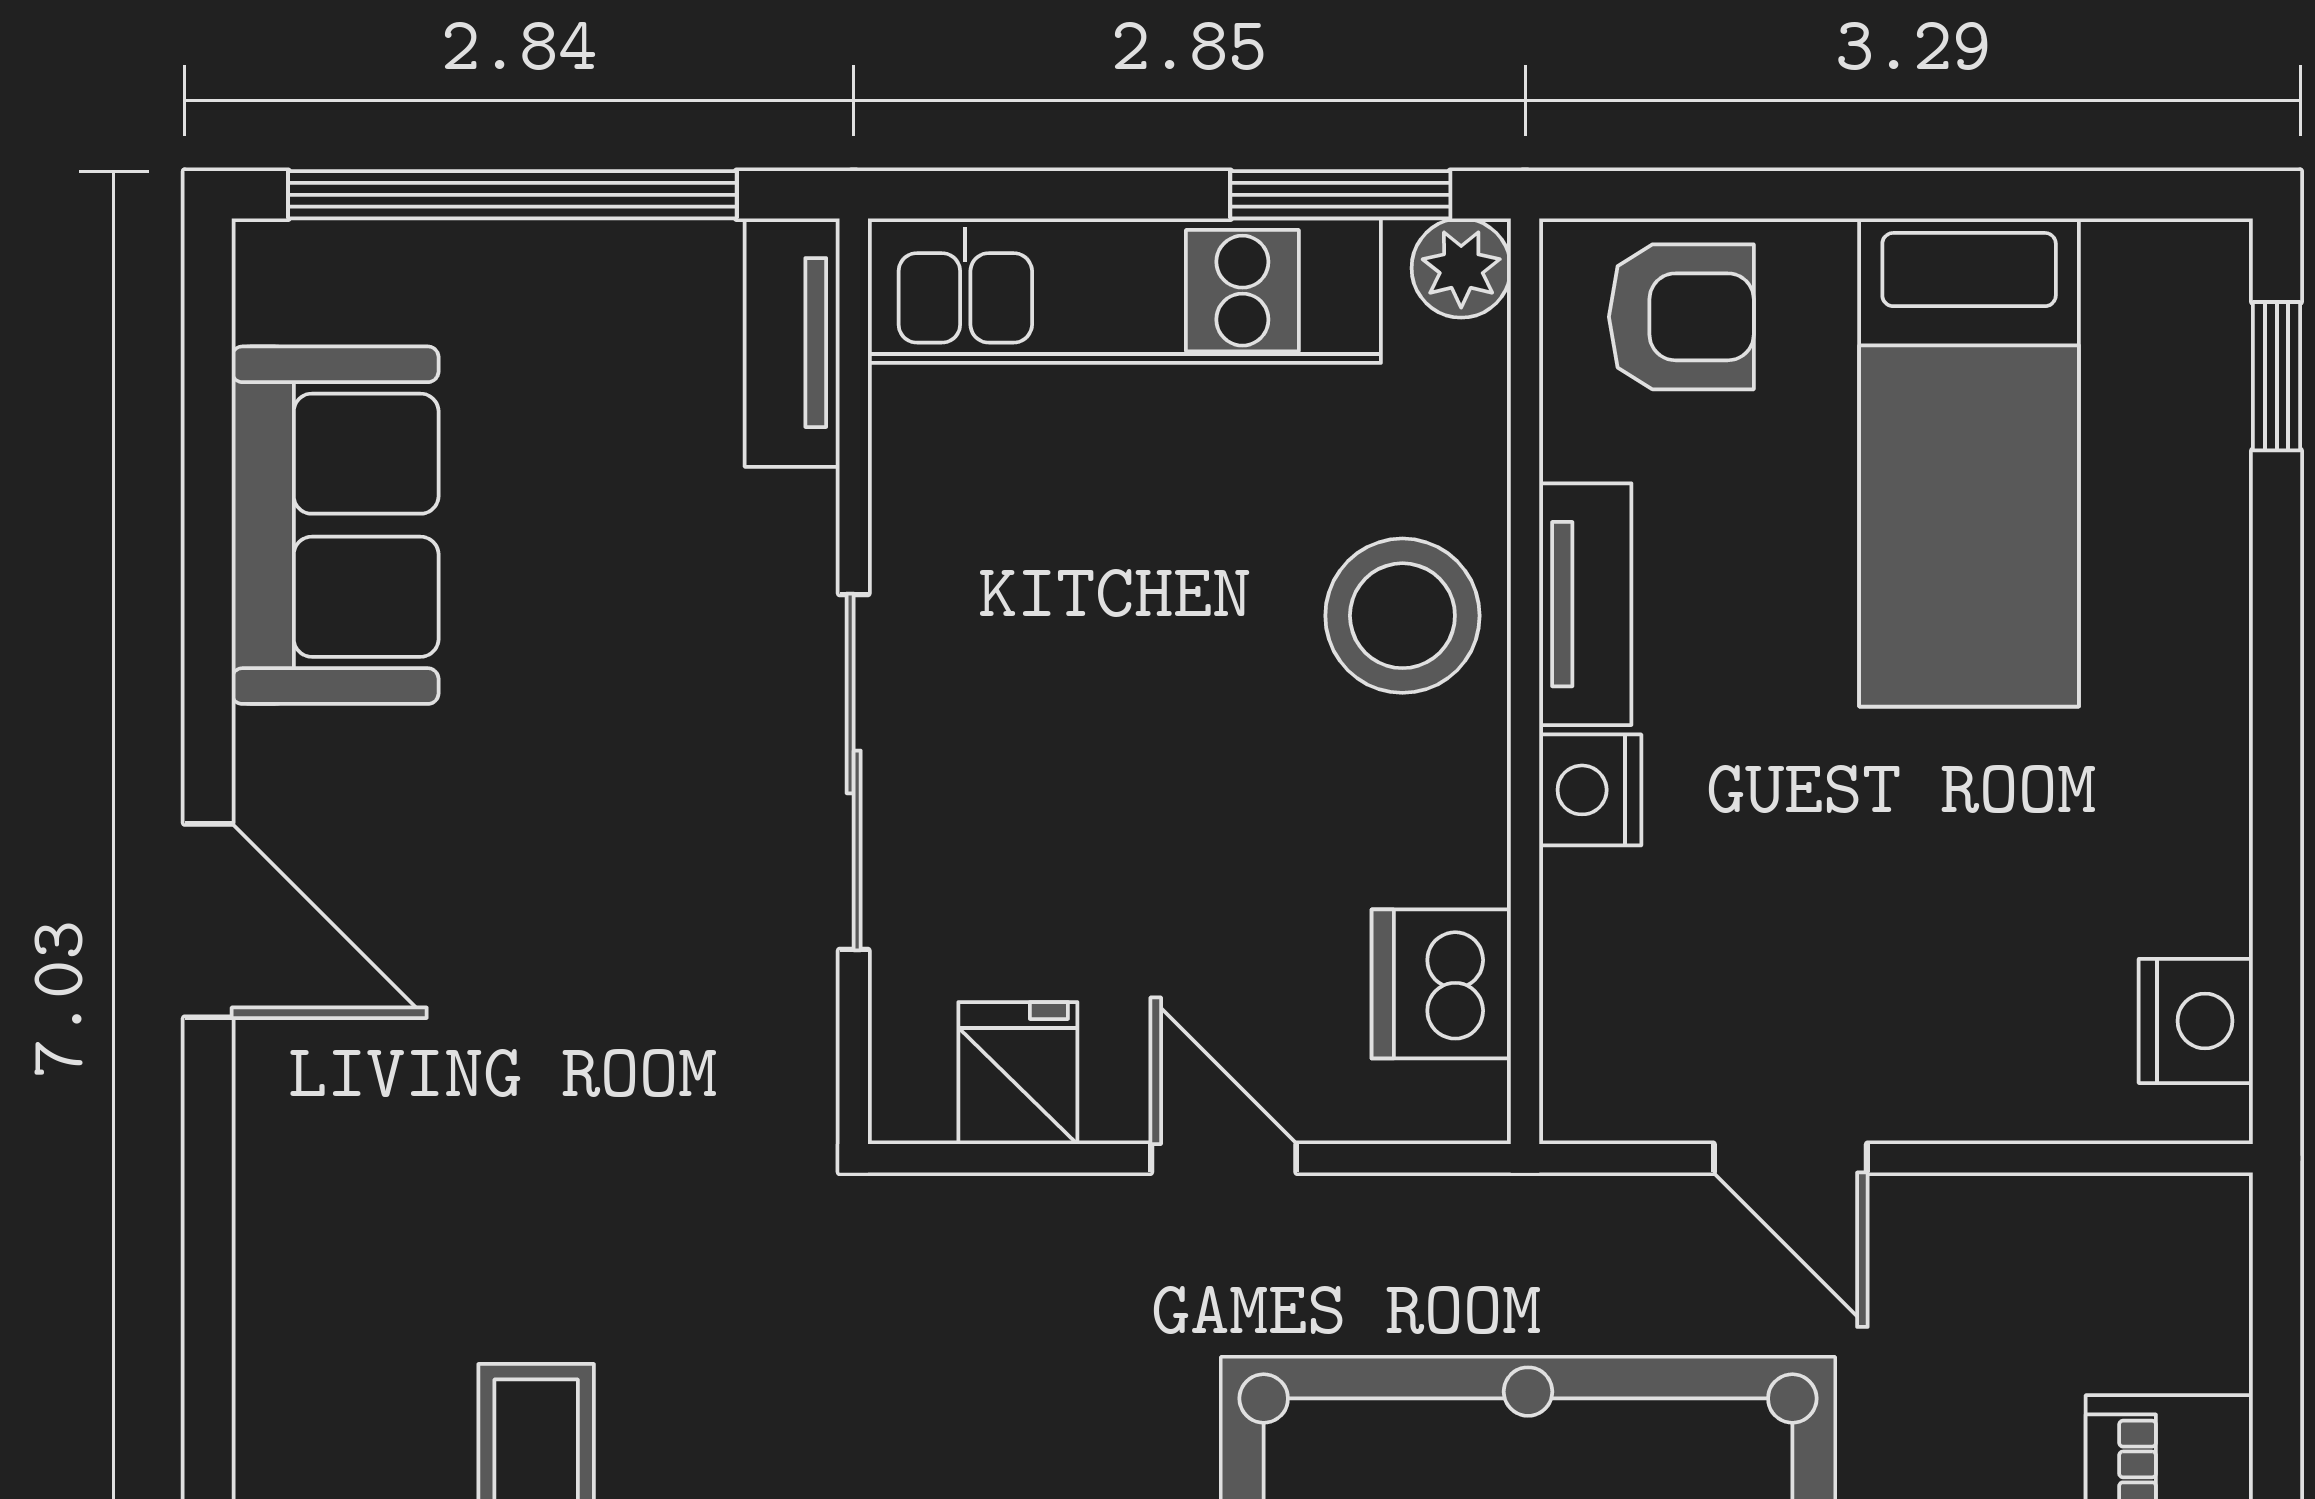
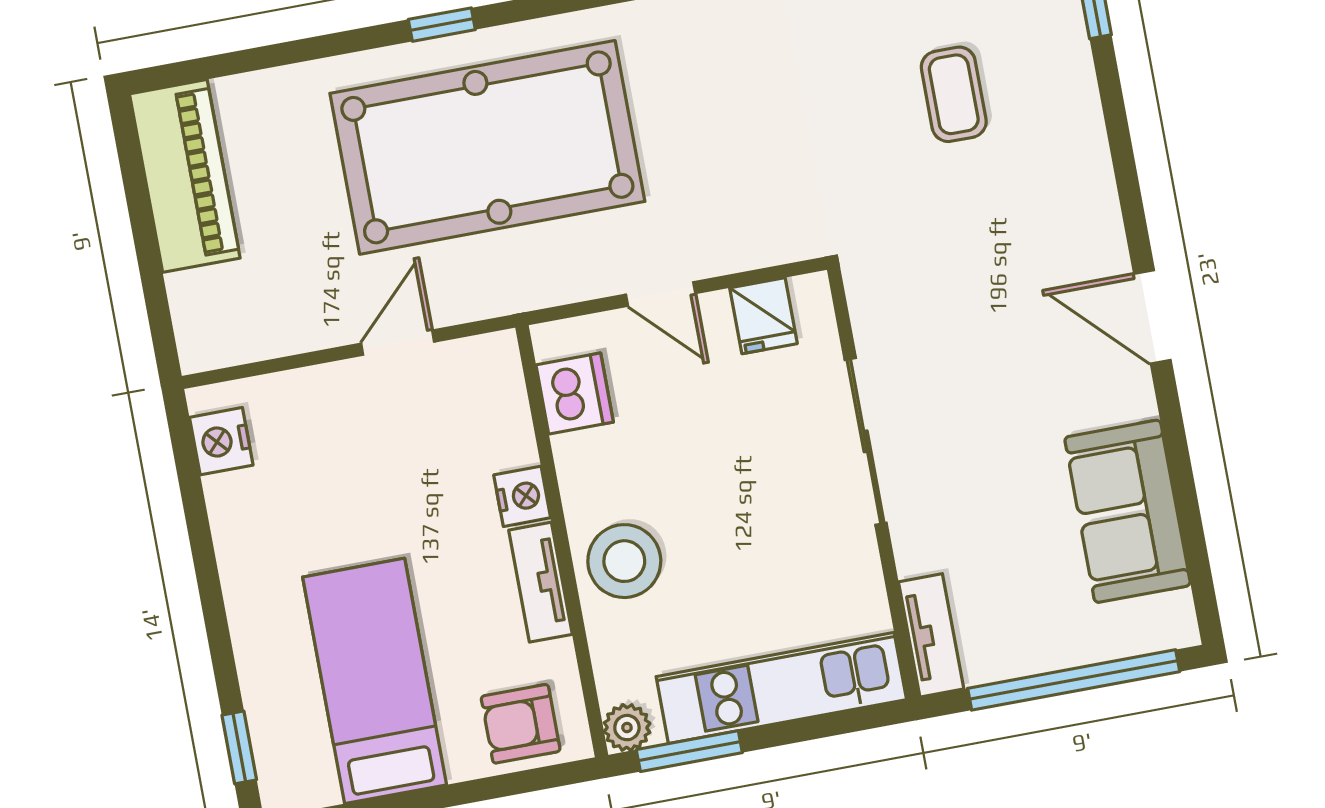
door: (1790, 1158) -> (398, 343), hinge flipped

